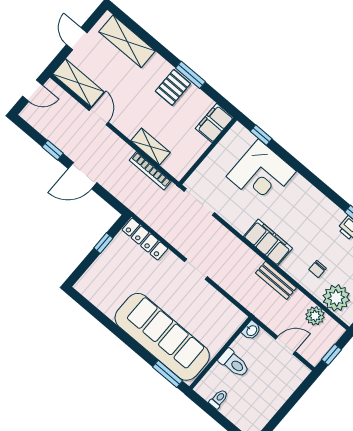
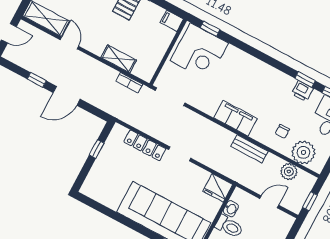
filing cabinet: (214, 123) -> (172, 21), width x0.50
bookcase: (150, 171) -> (129, 83), width x0.64
corner desk: (261, 174) -> (199, 52), moved
locker: (145, 239) -> (145, 145), moved
fridge: (231, 317) -> (218, 188), added
washbasin: (251, 330) -> (231, 209), moved

